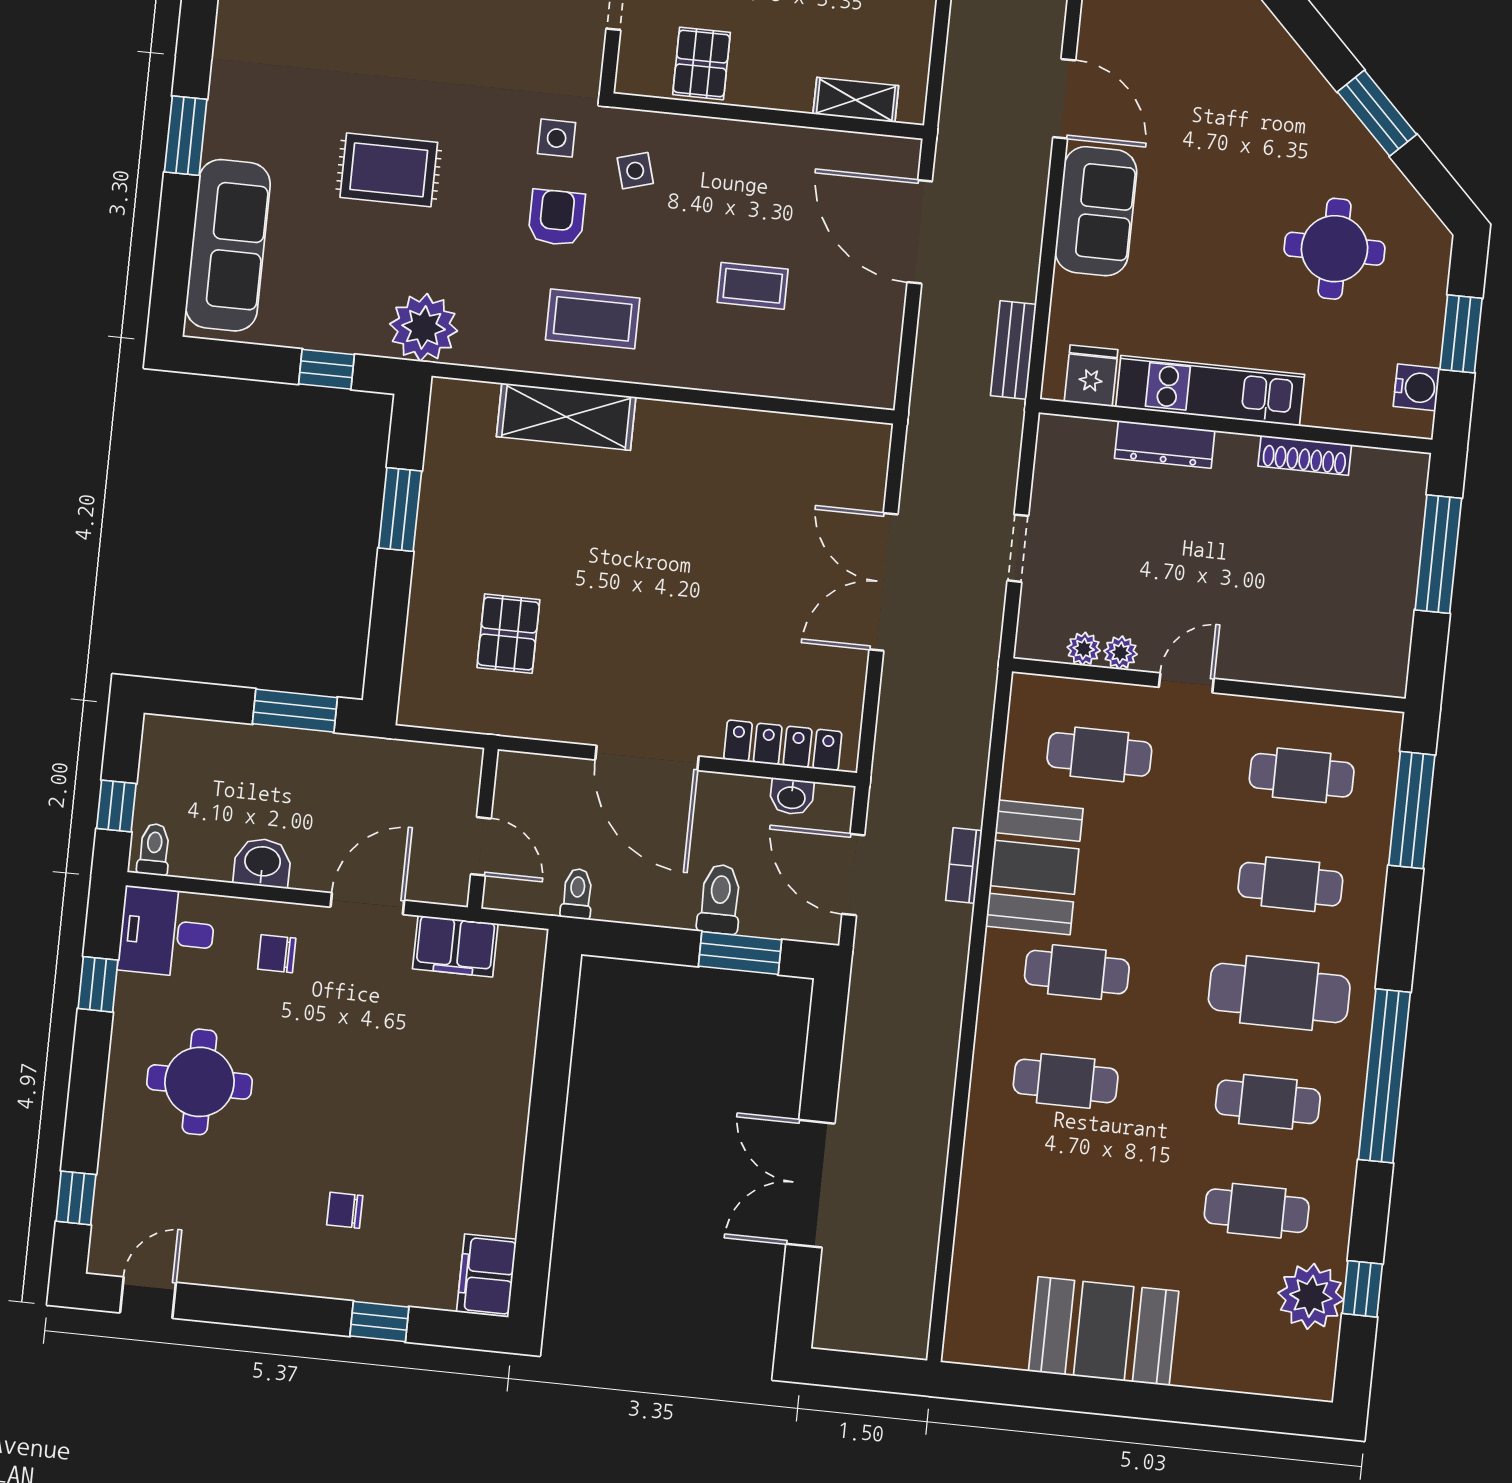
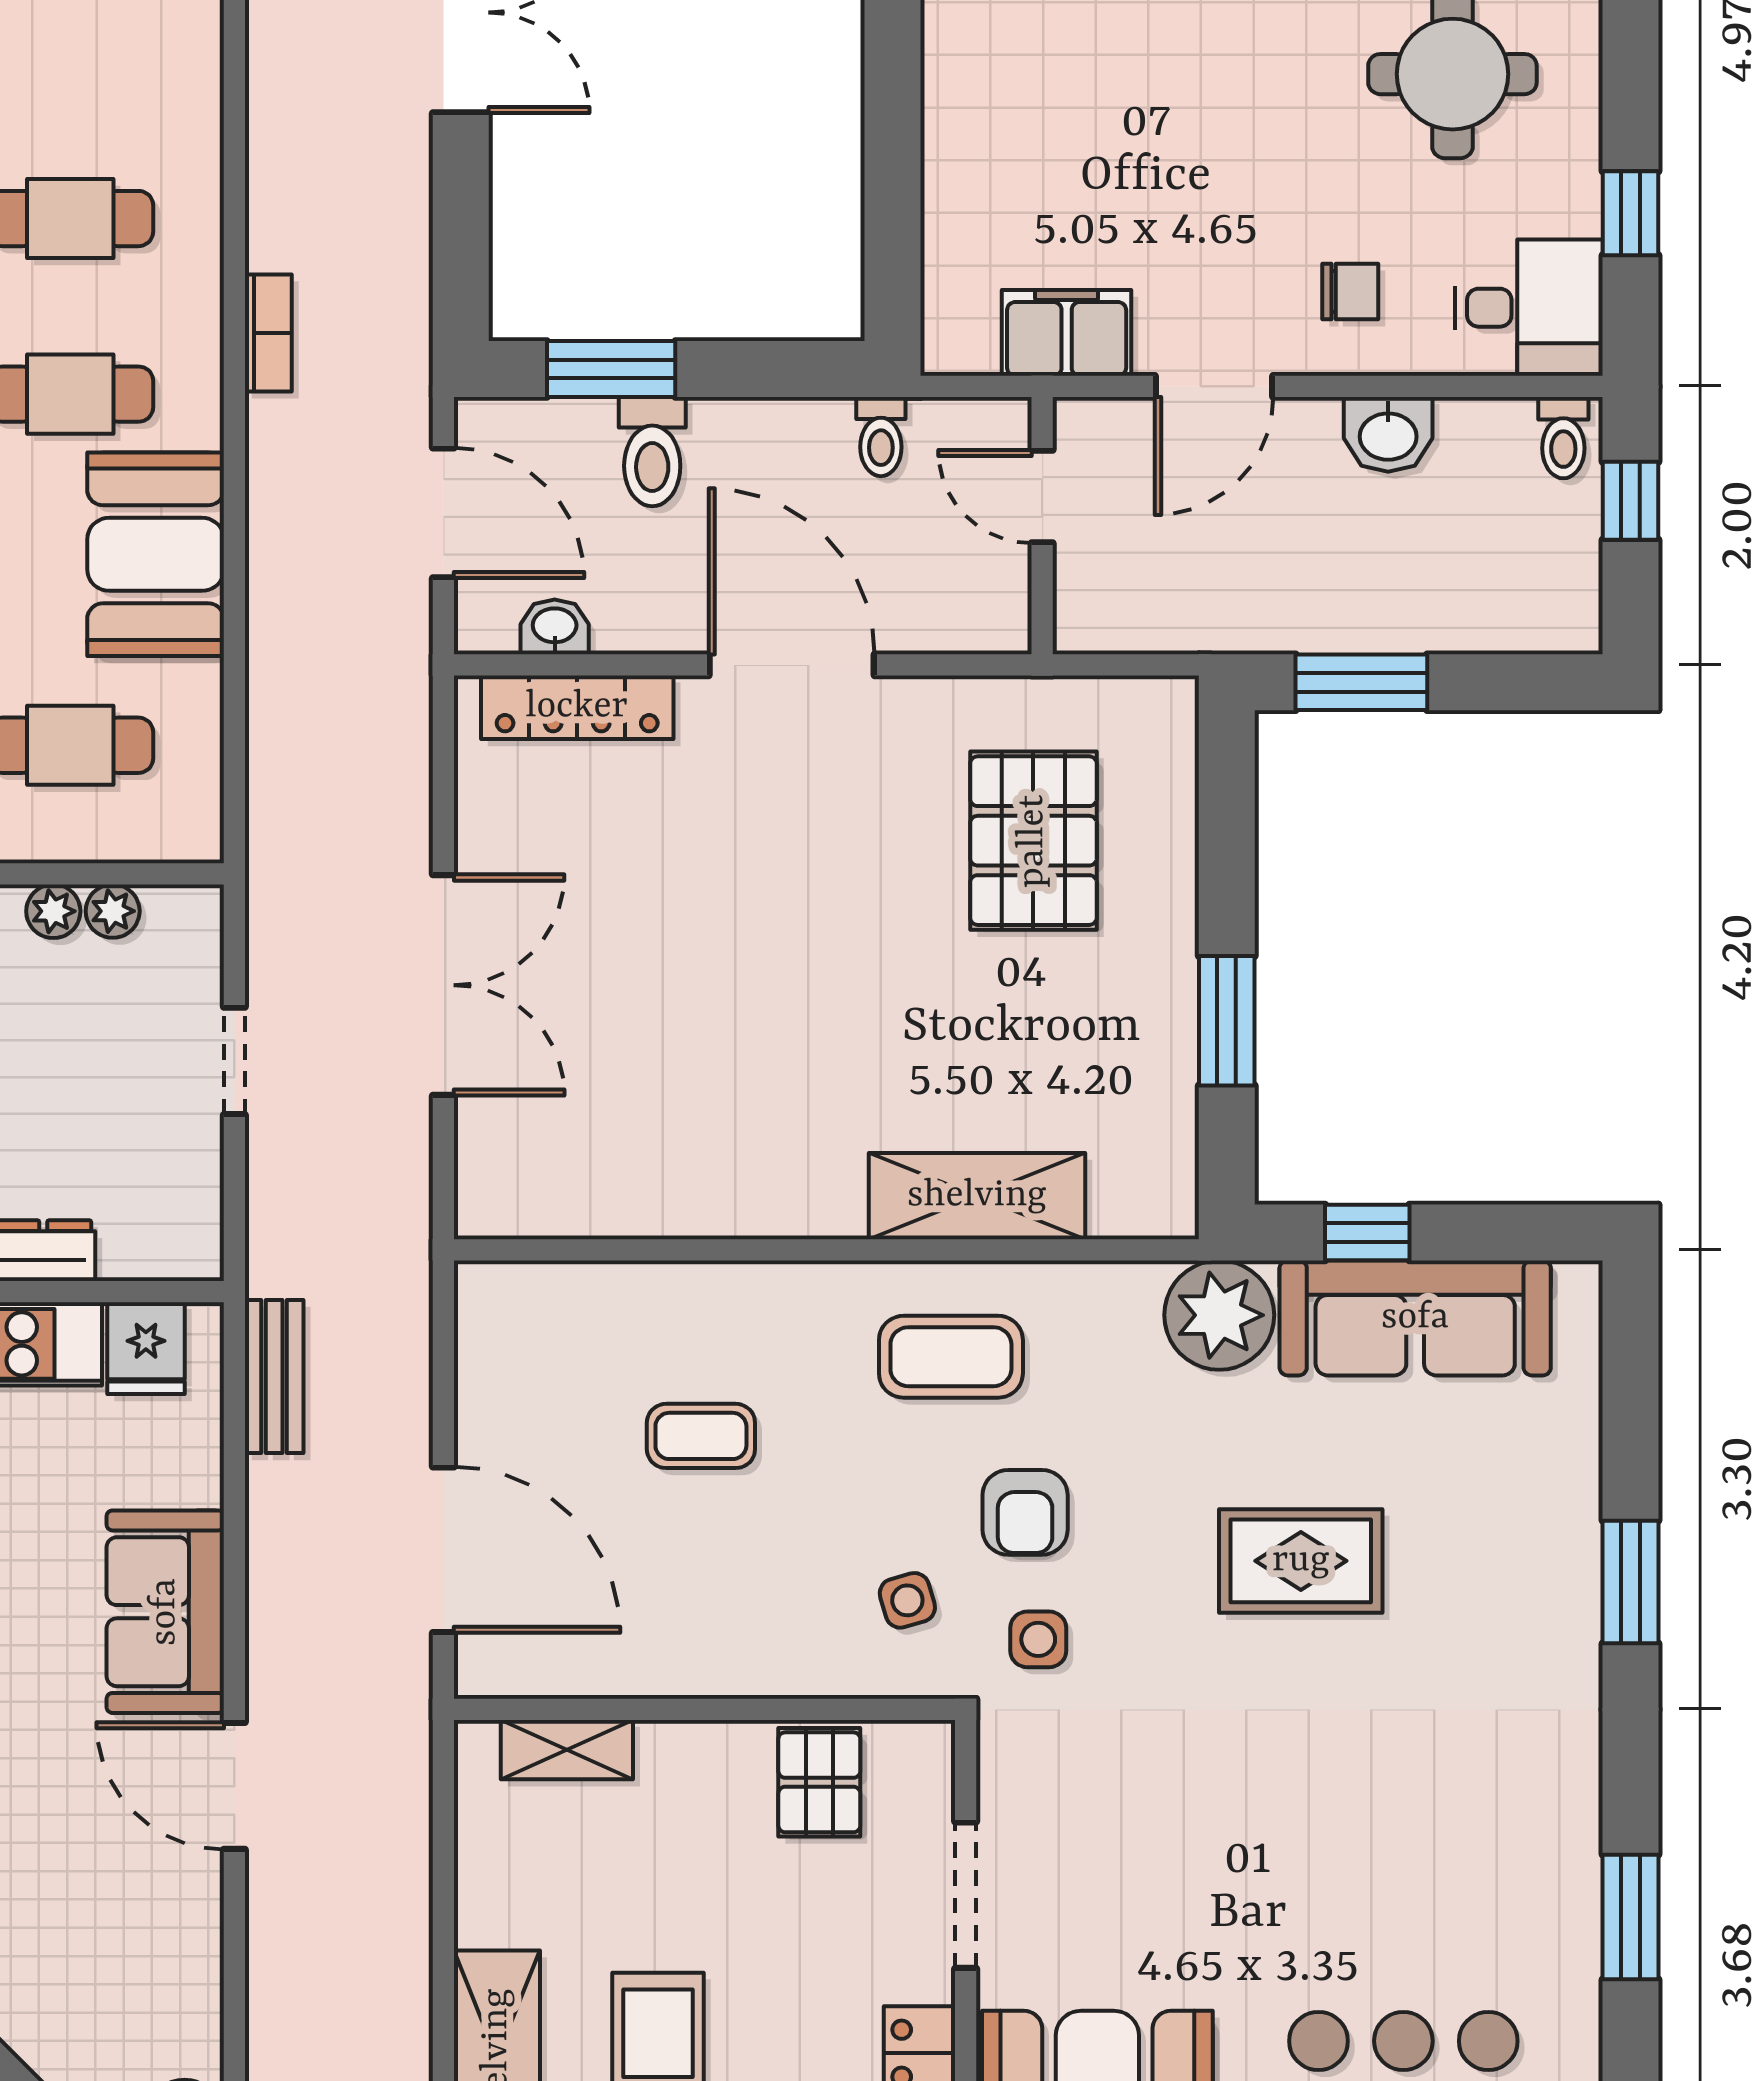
sofa: (228, 245) -> (1415, 1318), moved, turned -90
pallet: (508, 634) -> (1033, 841), width x1.50, depth x1.42
bookcase: (964, 866) -> (268, 333), moved

